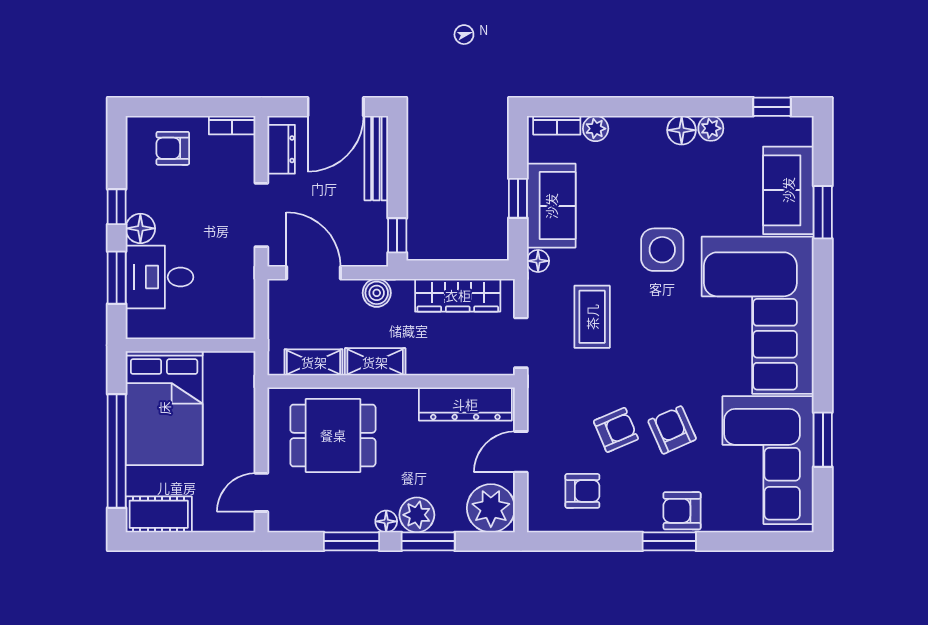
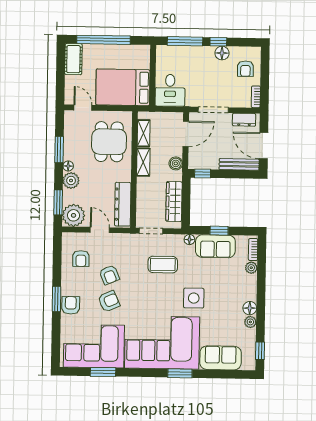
armchair: (173, 148) -> (245, 69), turned 180
window: (823, 212) -> (180, 373), moved
floor lamp: (140, 228) -> (222, 53), moved
desk: (160, 277) -> (170, 90), moved, turned 180
window: (117, 278) -> (185, 41), width x1.44
bed: (164, 408) -> (123, 87), moved
window: (428, 541) -> (58, 202), moved

